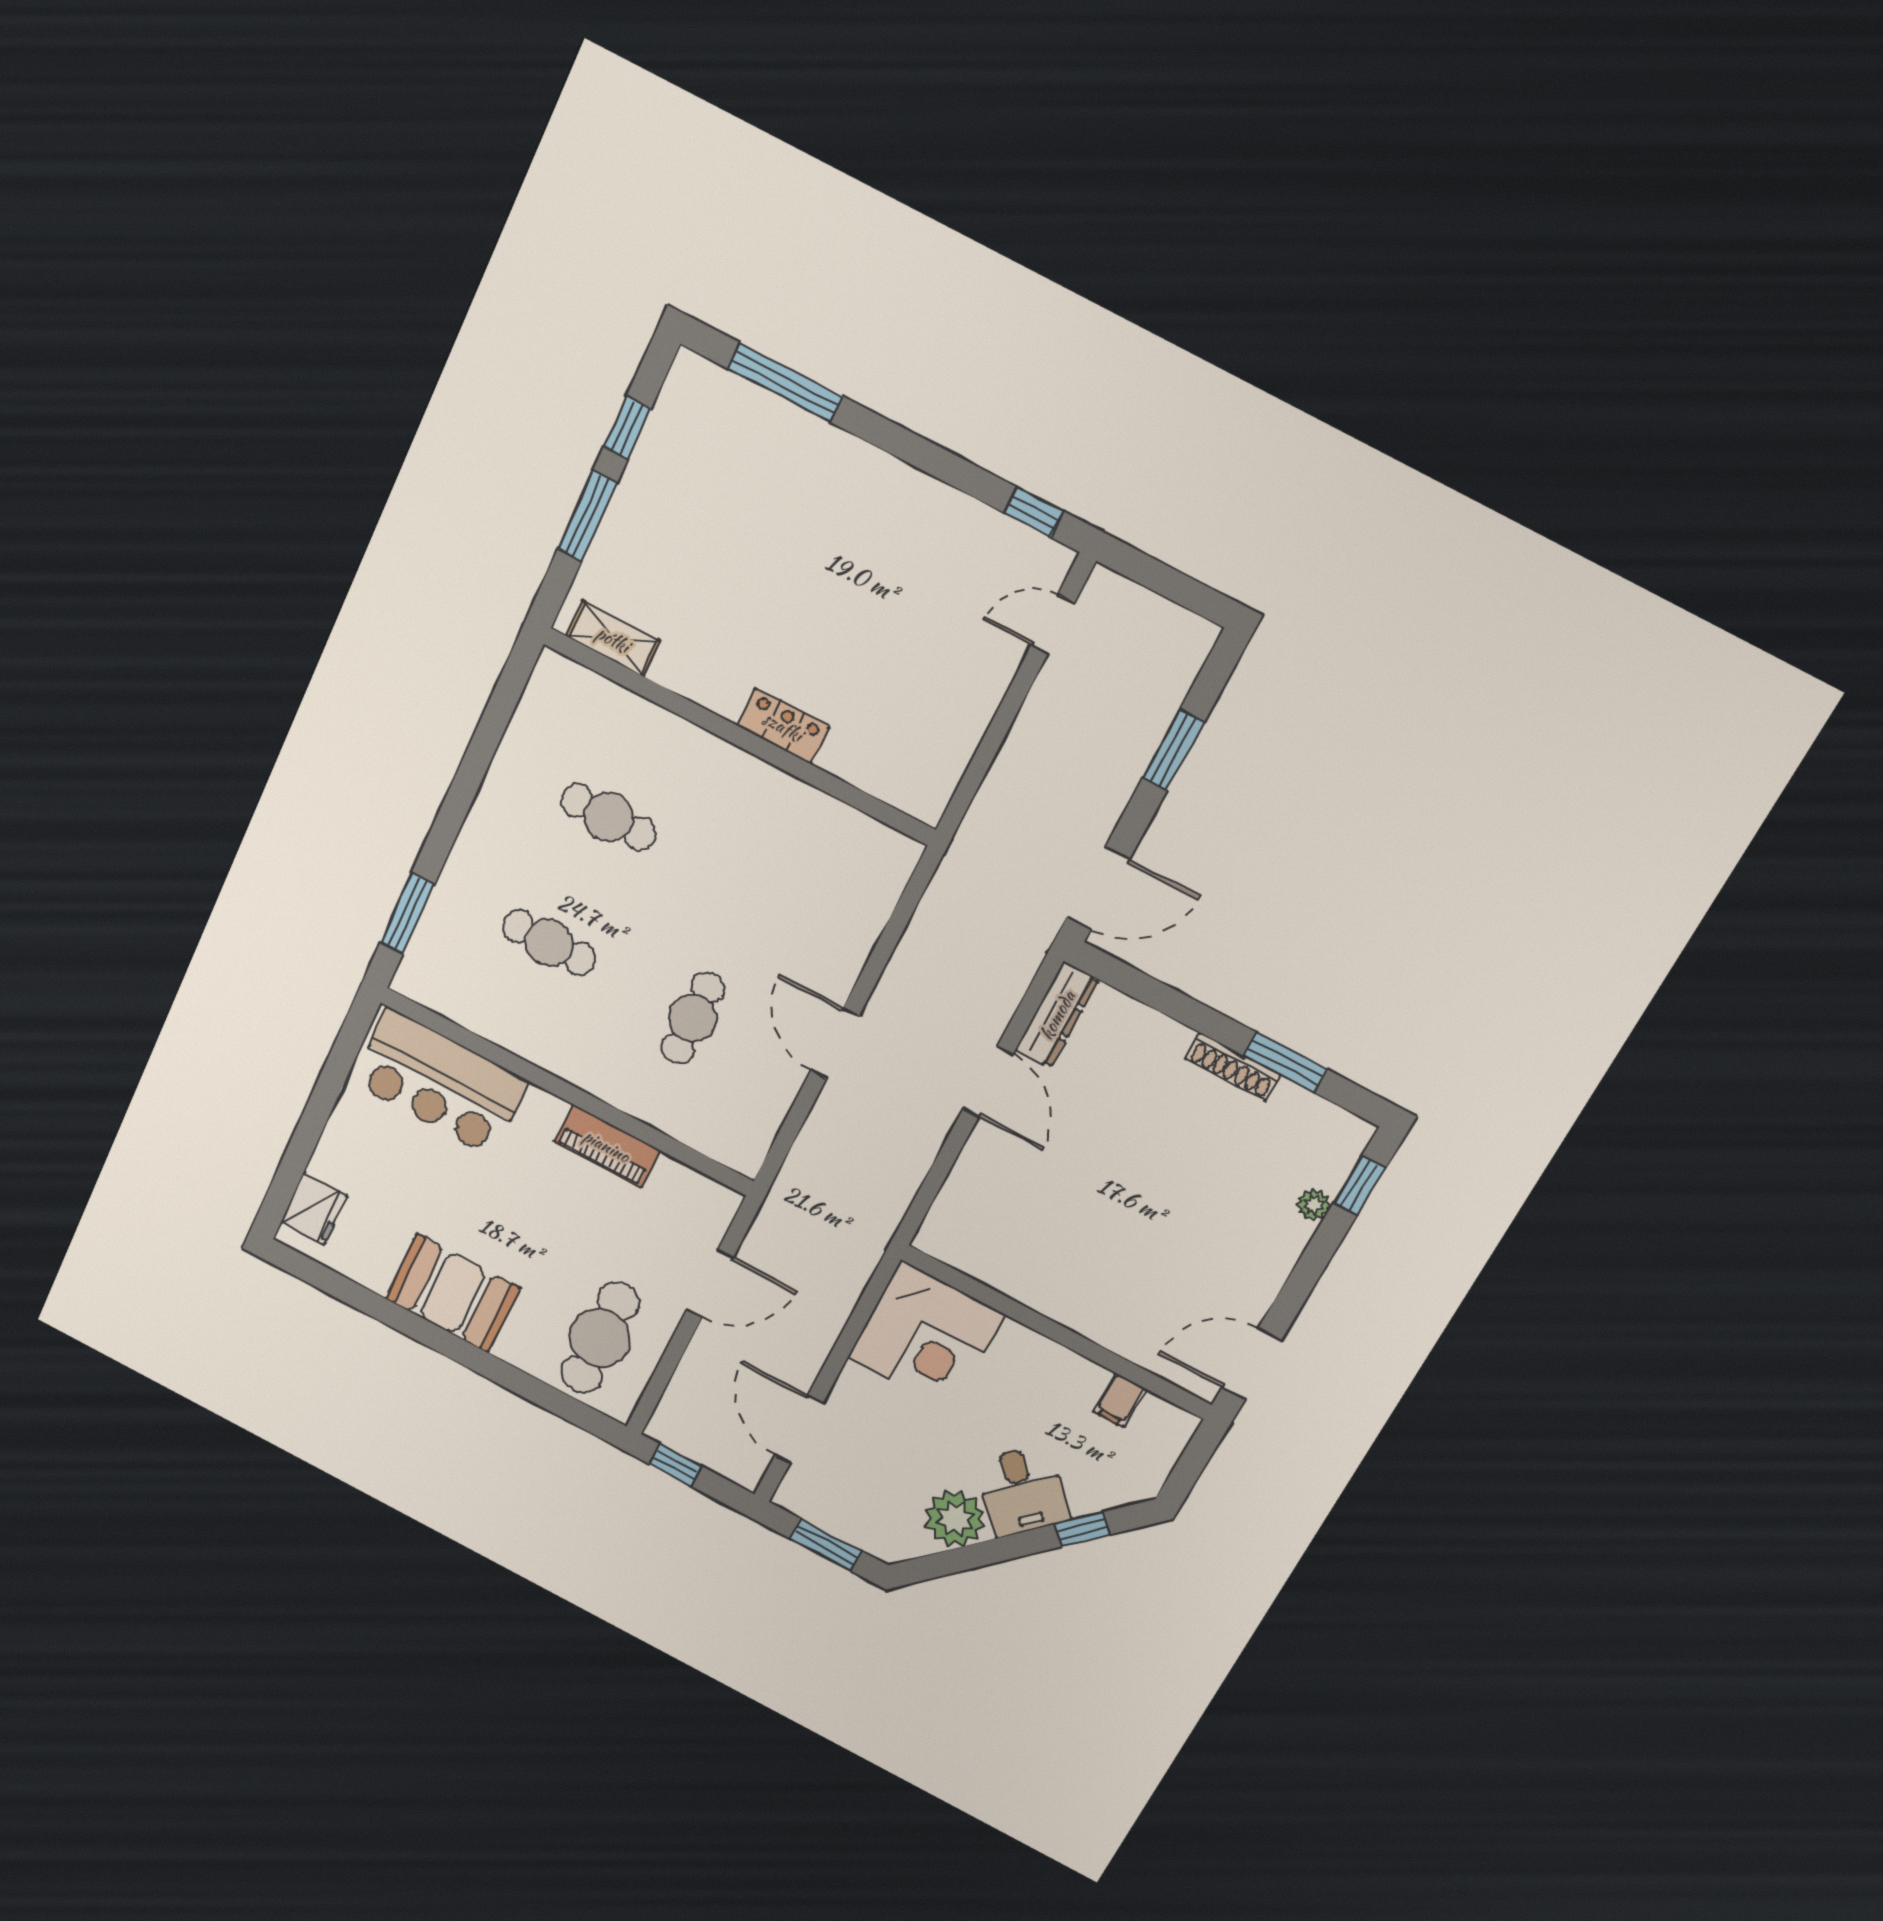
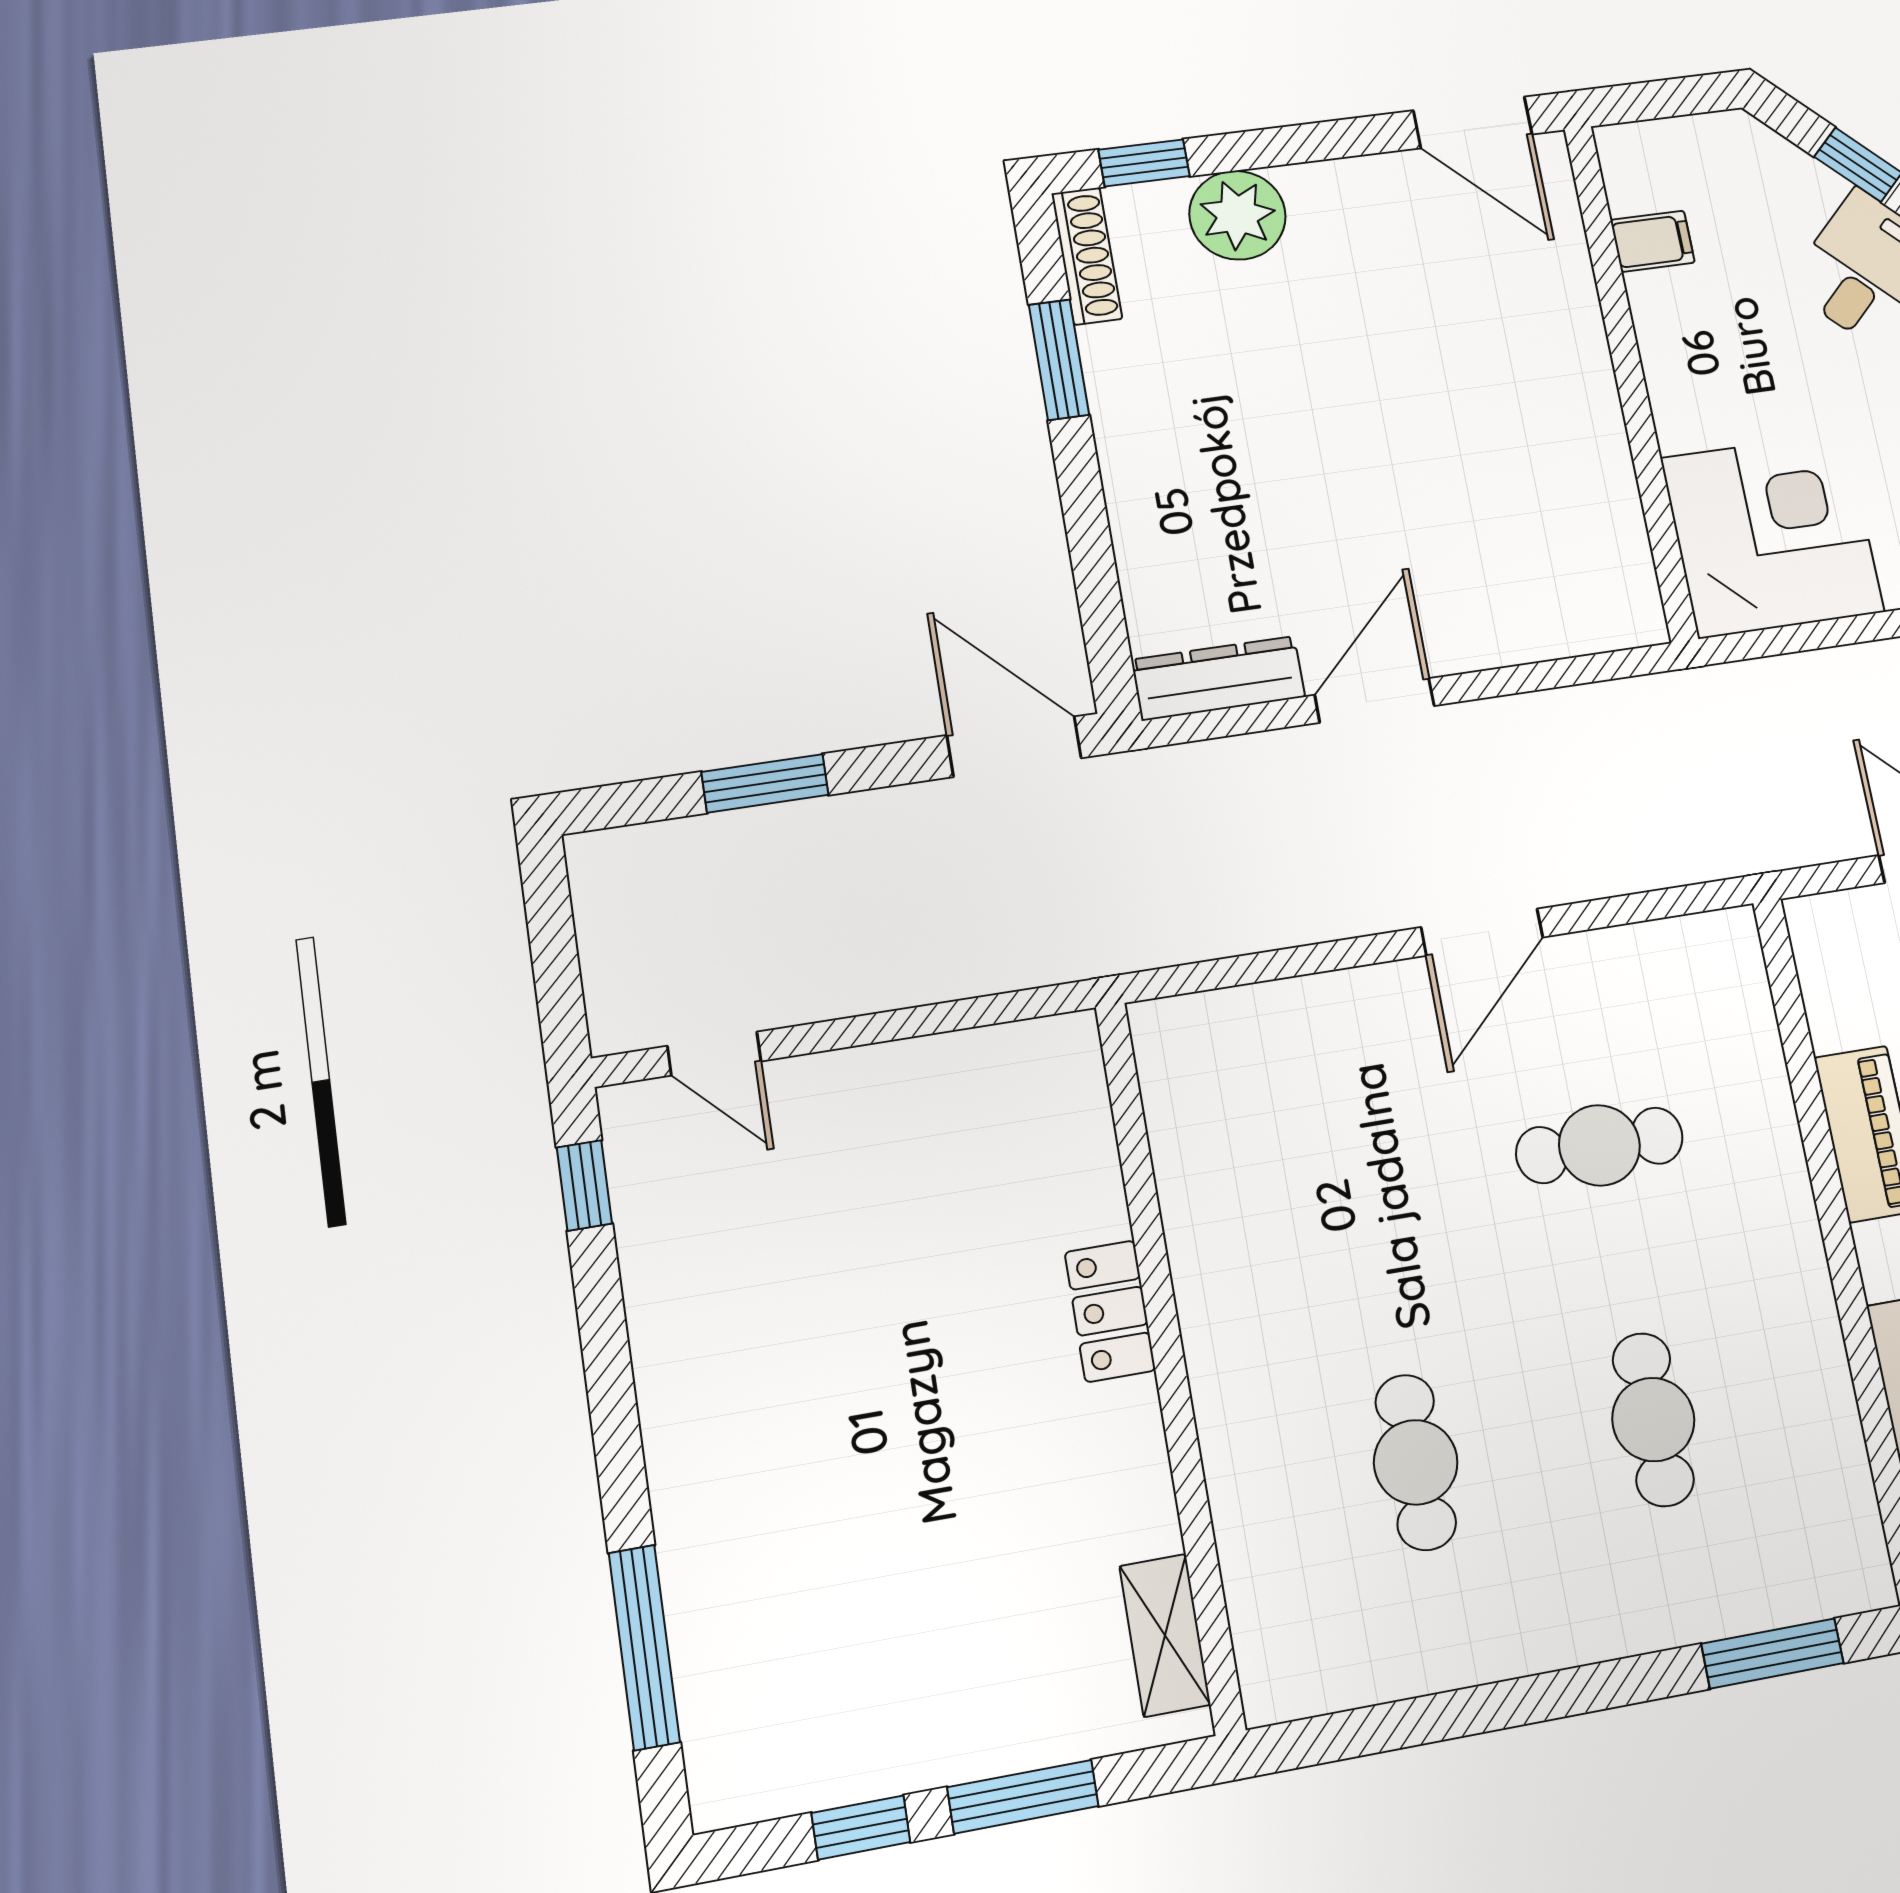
shoe rack: (1233, 1067) -> (1087, 256), moved
plant: (1314, 1205) -> (1237, 215), width x1.88, depth x1.88

